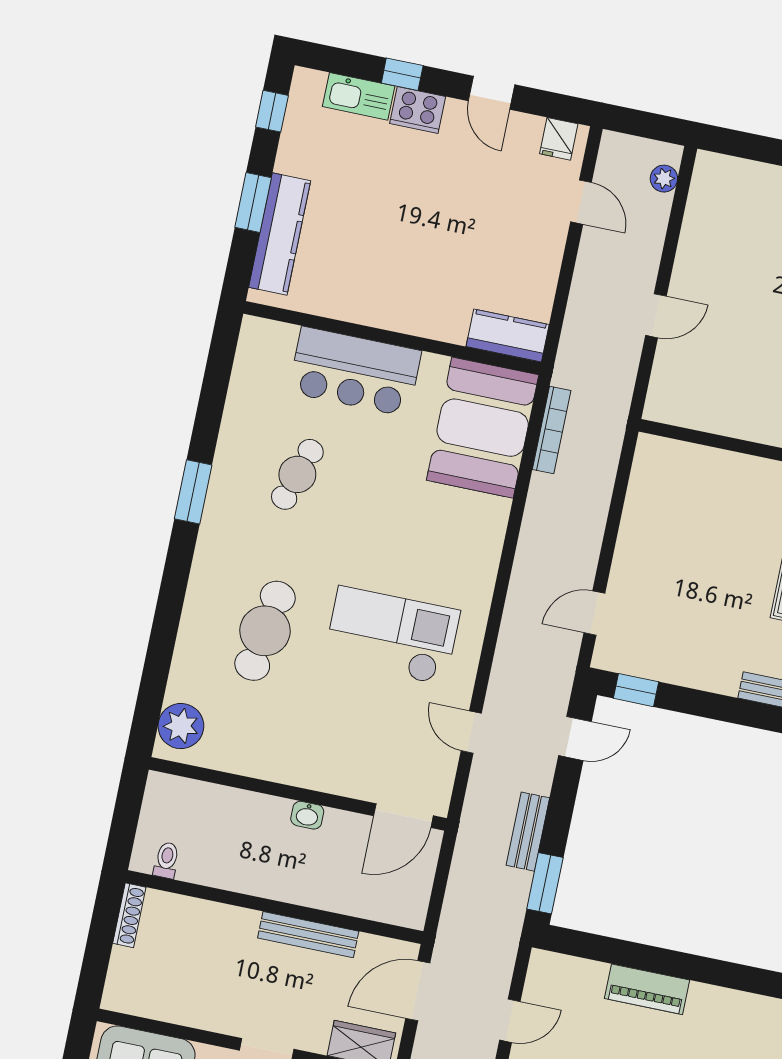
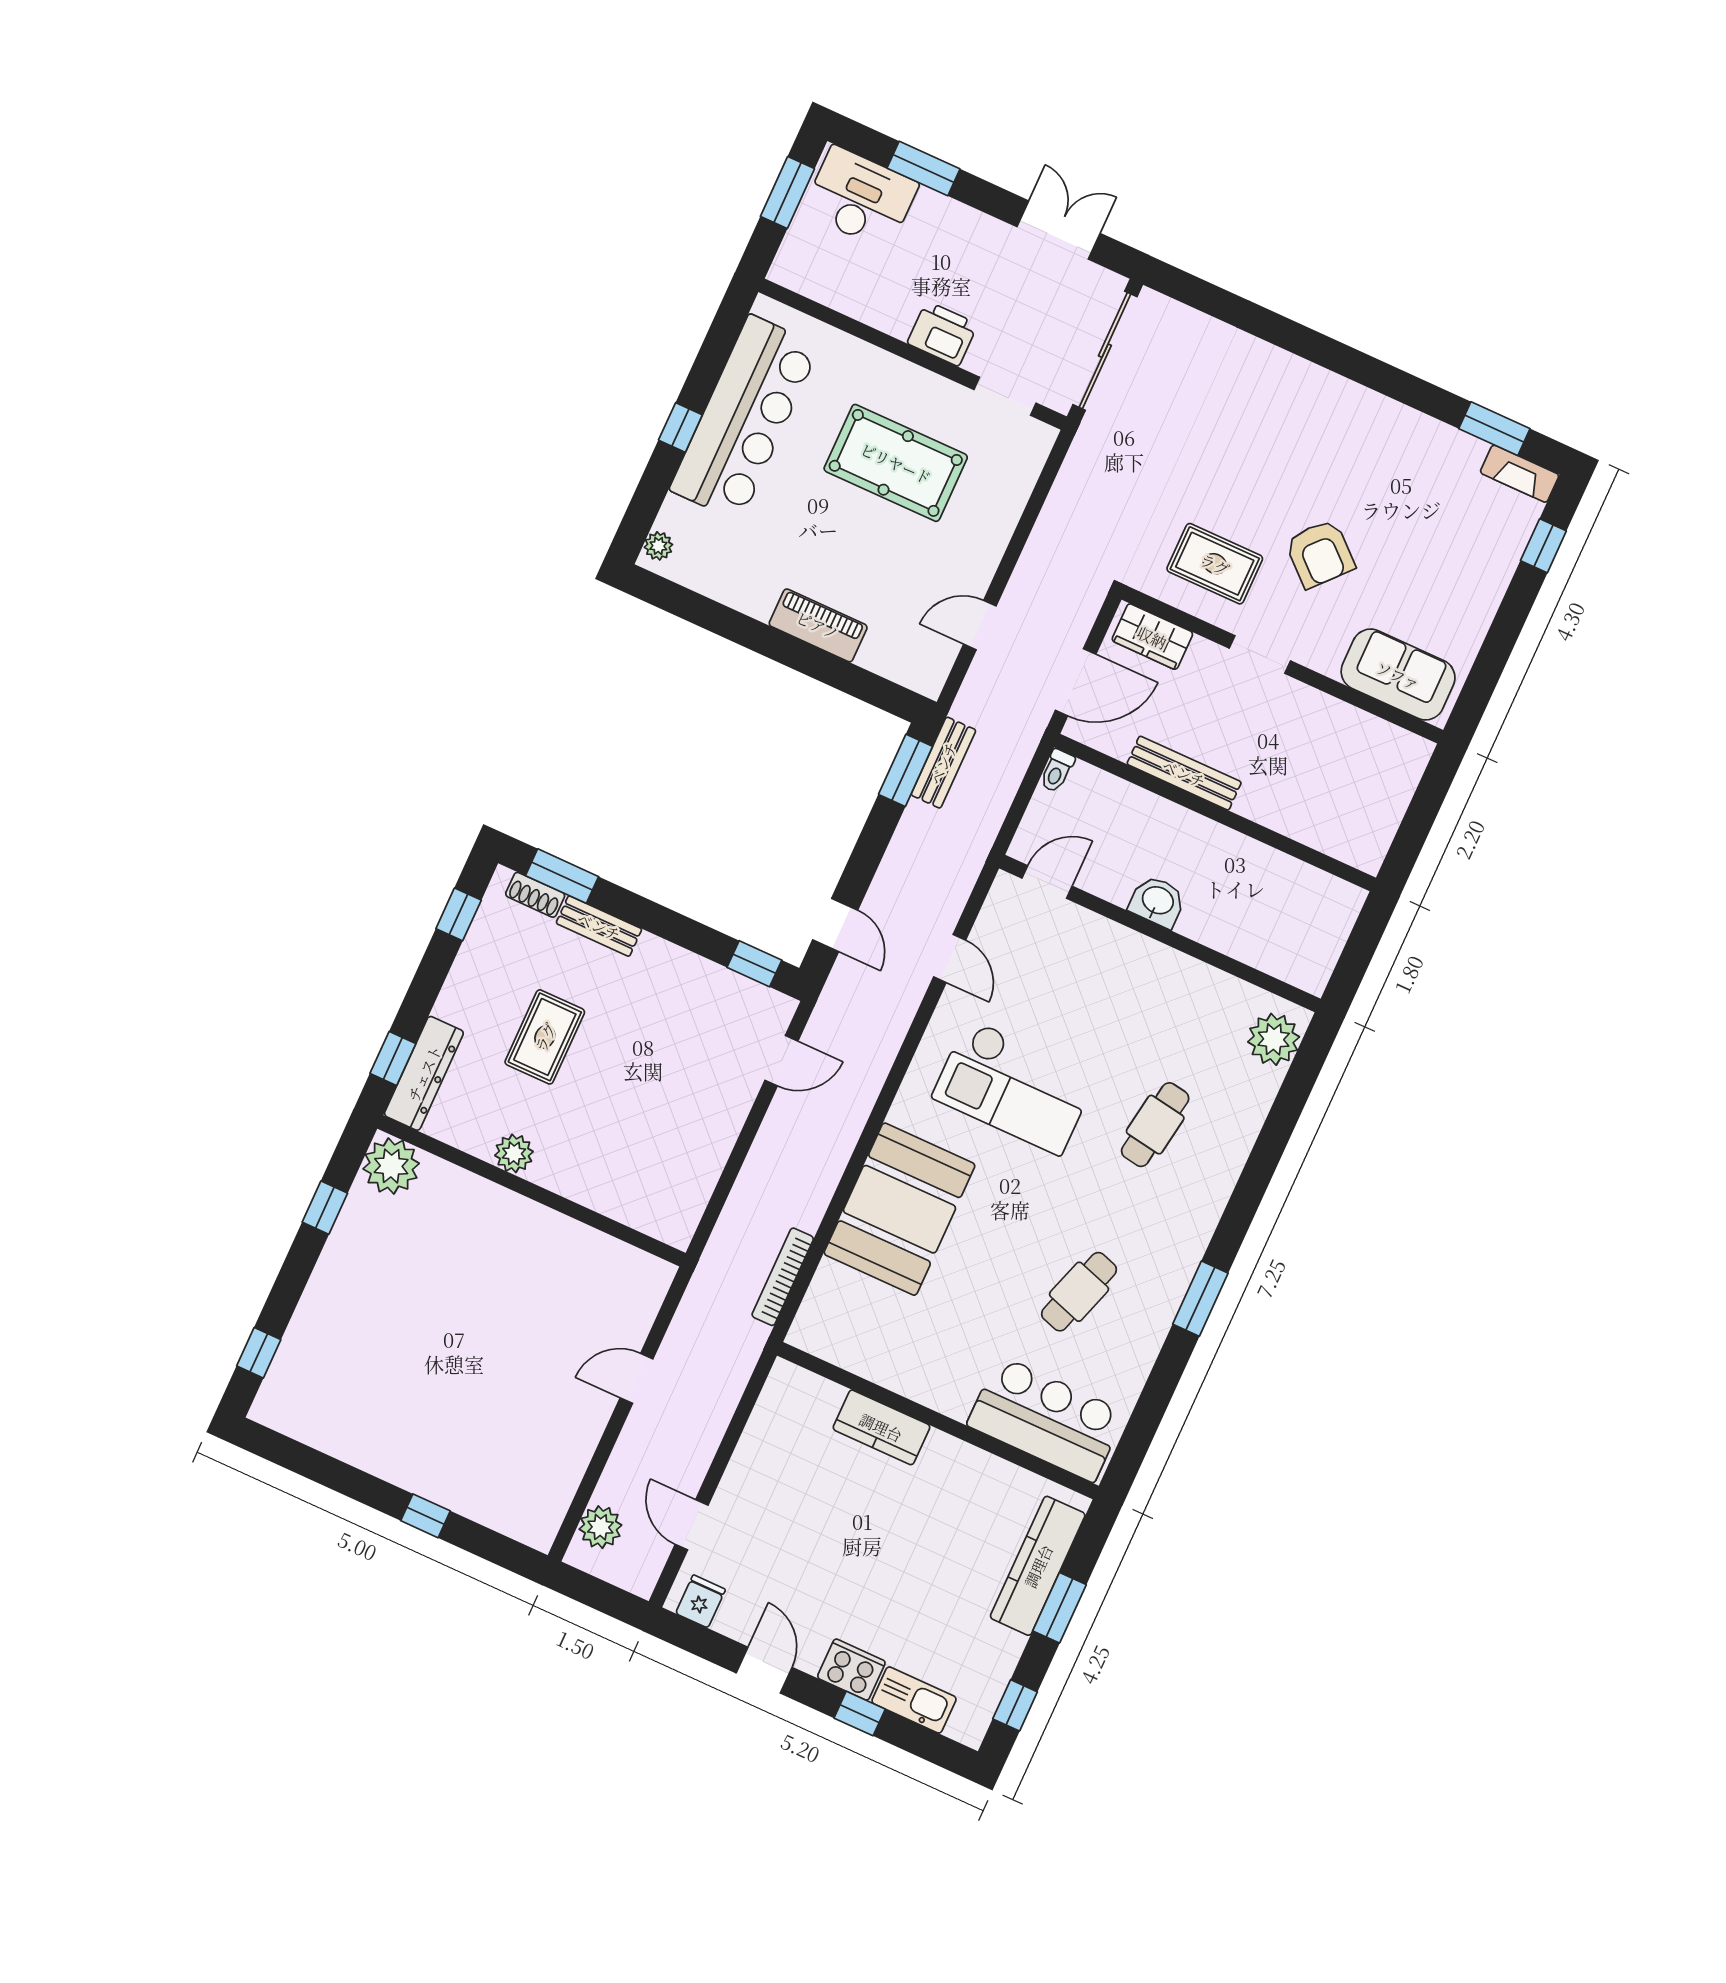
plant: (664, 179) -> (600, 1527), width x1.38, depth x1.38
kitchen counter: (508, 336) -> (881, 1427), moved
bar counter: (355, 372) -> (1046, 1419), moved
booth: (483, 428) -> (900, 1209), moved
cafe table: (265, 631) -> (1155, 1125), width x0.73, depth x0.74
door: (575, 738) -> (835, 925), swing flipped
washbasin: (307, 815) -> (1157, 901), width x1.38, depth x1.45
door: (403, 816) -> (1047, 882), width x0.73
bench: (528, 832) -> (943, 763), moved
toilet: (166, 860) -> (1057, 771), moved
shoe rack: (129, 915) -> (1380, 840), removed

